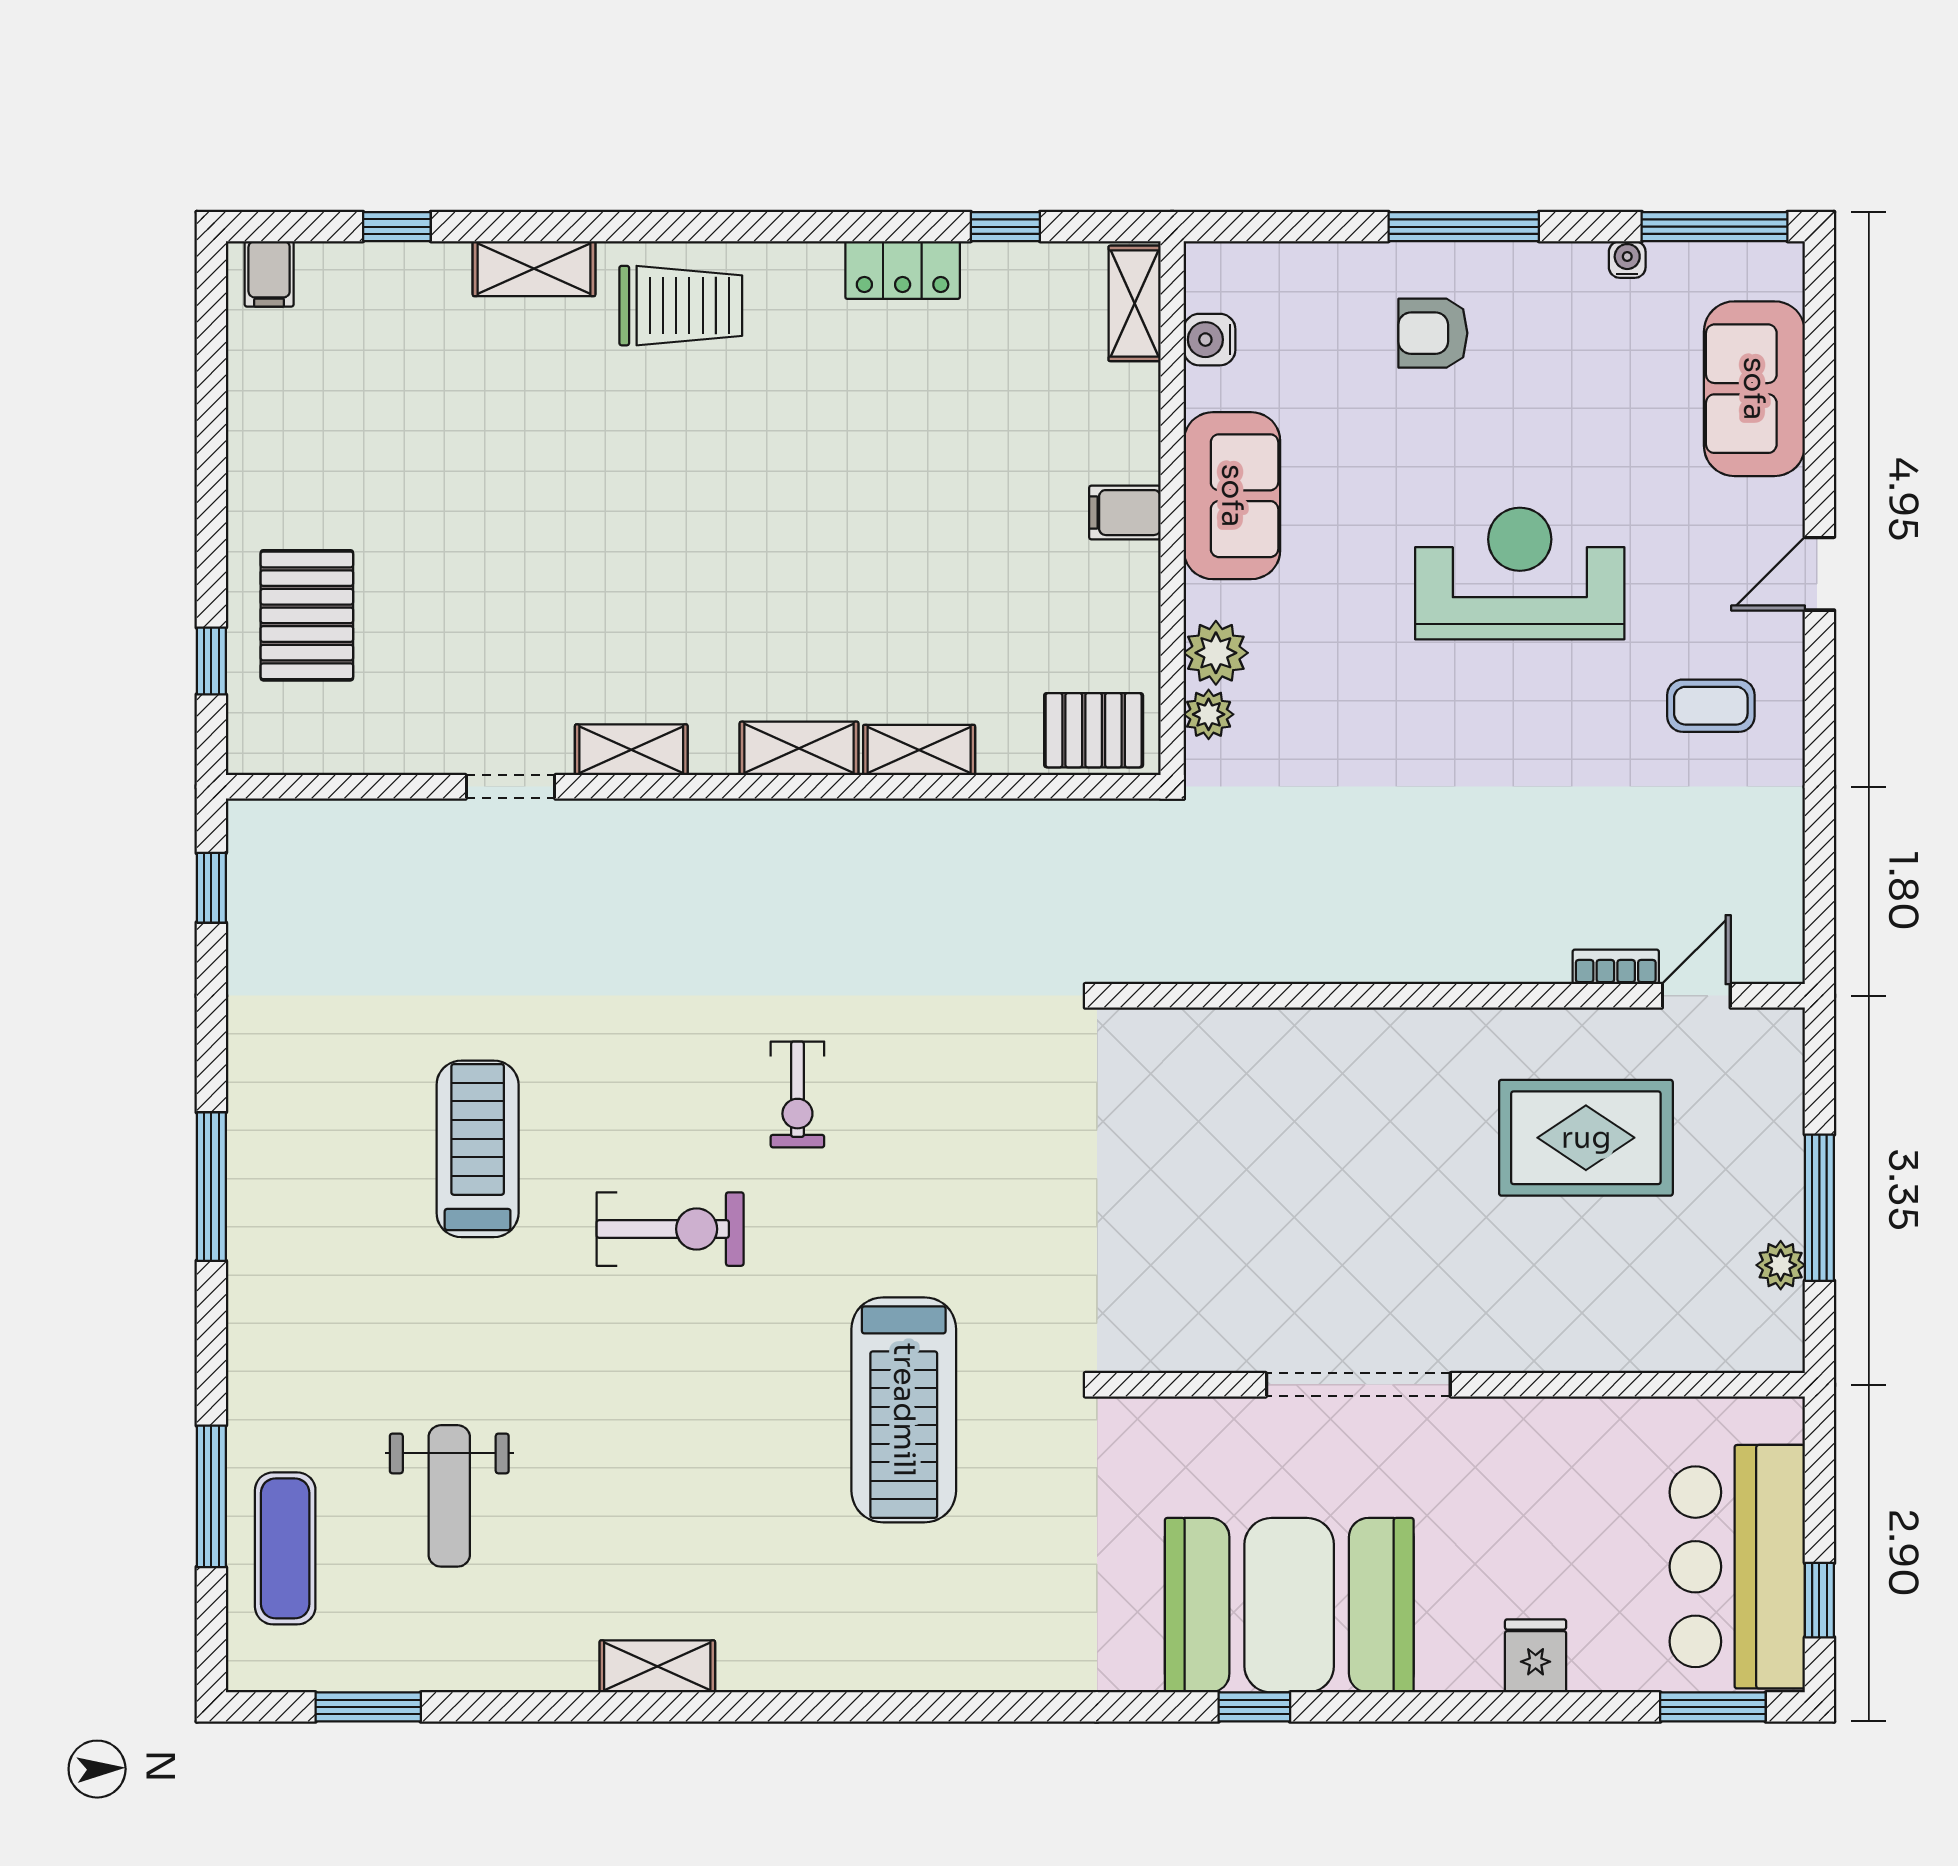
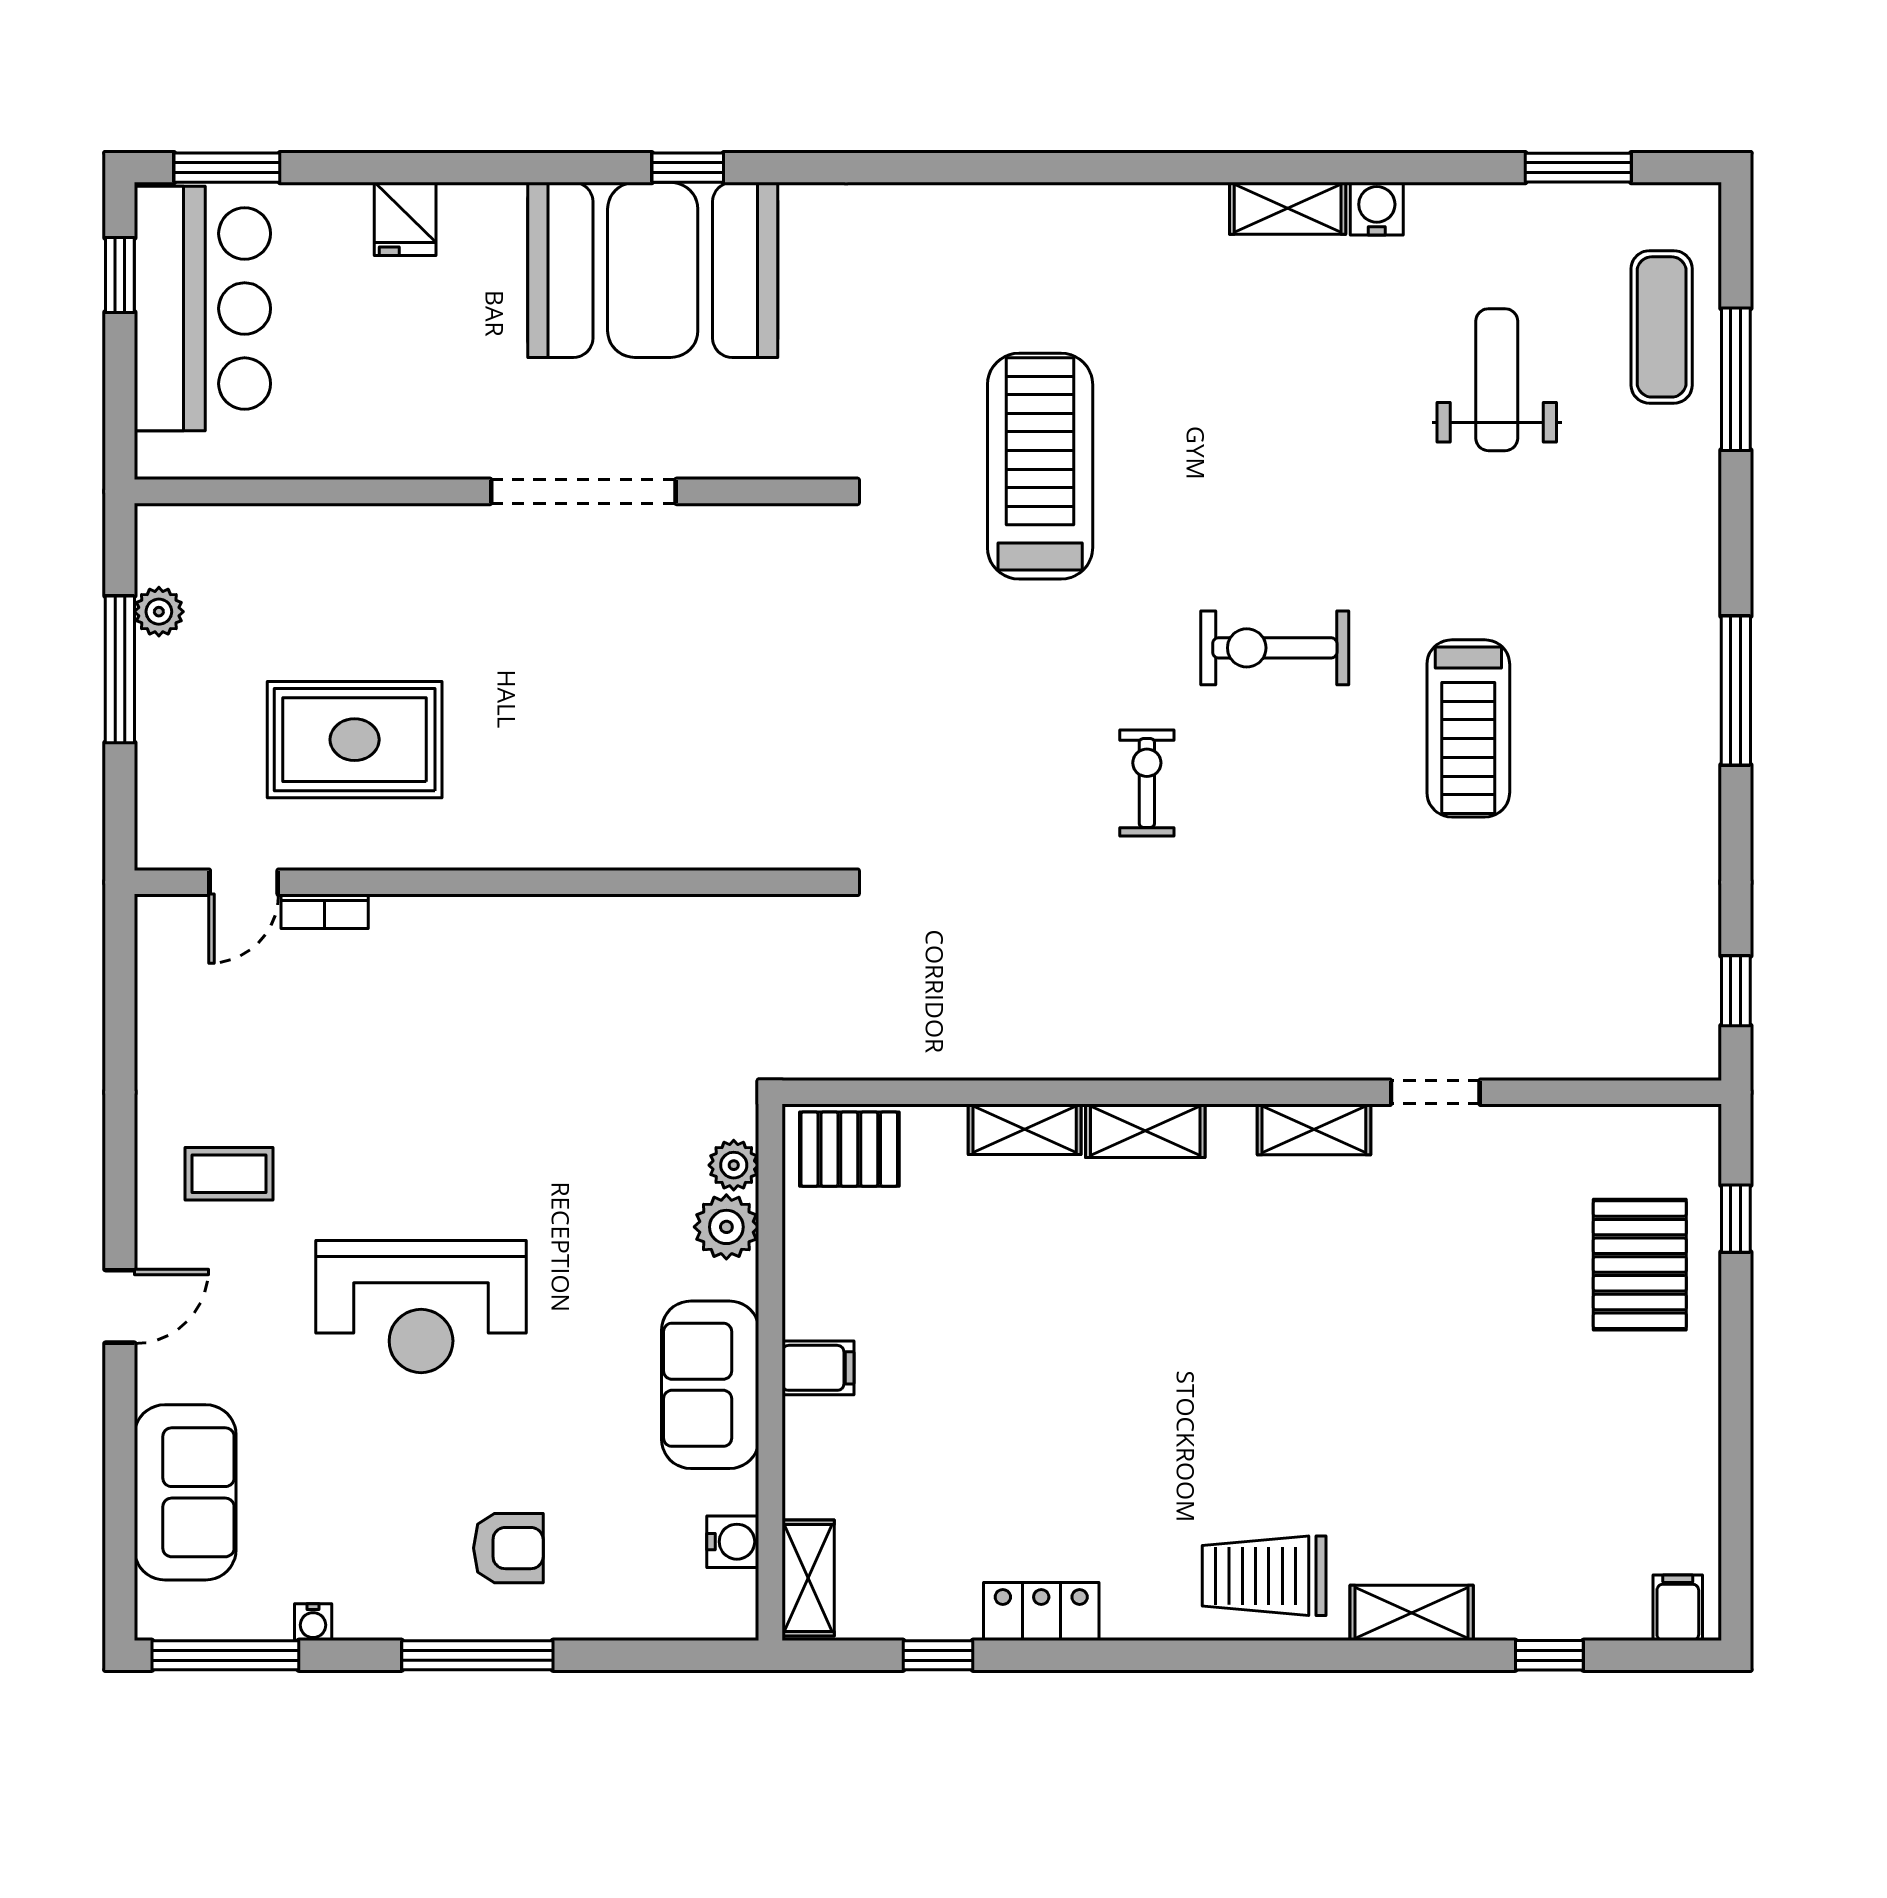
water cooler: (569, 1666) -> (1377, 209), added

